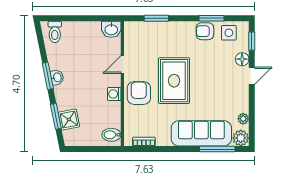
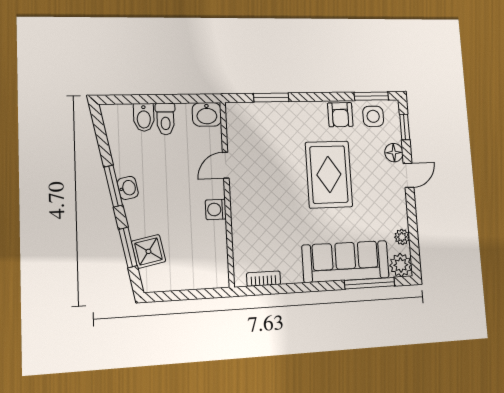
window: (212, 18) -> (371, 96), moved
armchair: (205, 31) -> (340, 115), turned -90
toilet: (55, 32) -> (165, 119), moved
rug: (174, 81) -> (329, 174), moved
armchair: (139, 93) -> (252, 206), removed
bidet: (111, 135) -> (144, 117), moved, turned -90

